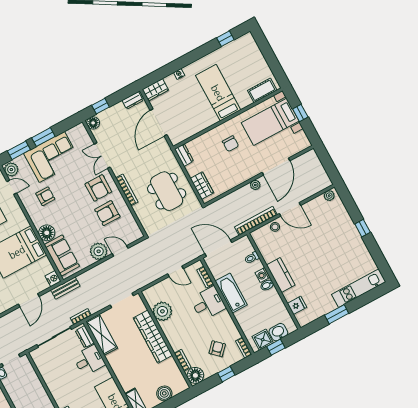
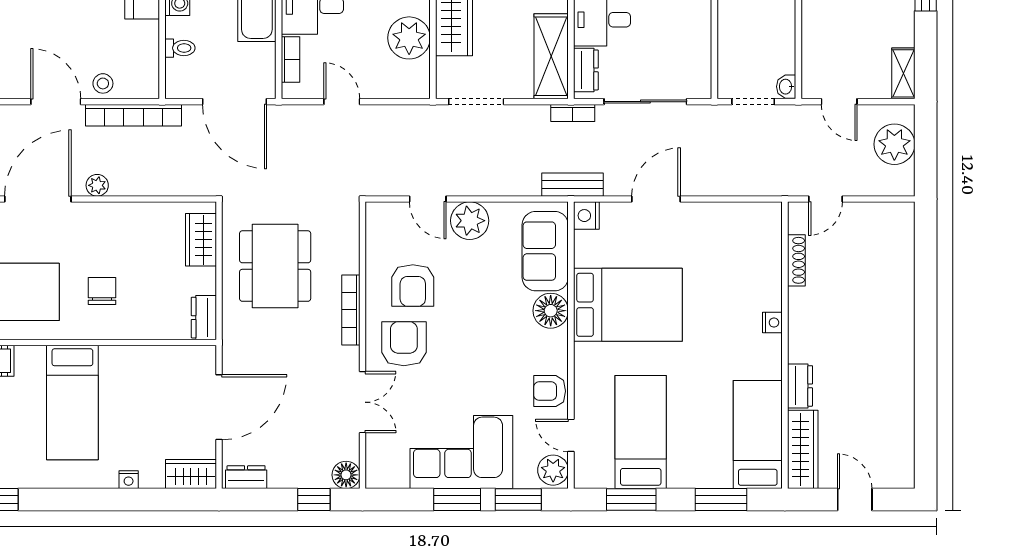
armchair: (45, 196) -> (550, 391), moved
armchair: (107, 213) -> (413, 285), turned 90

